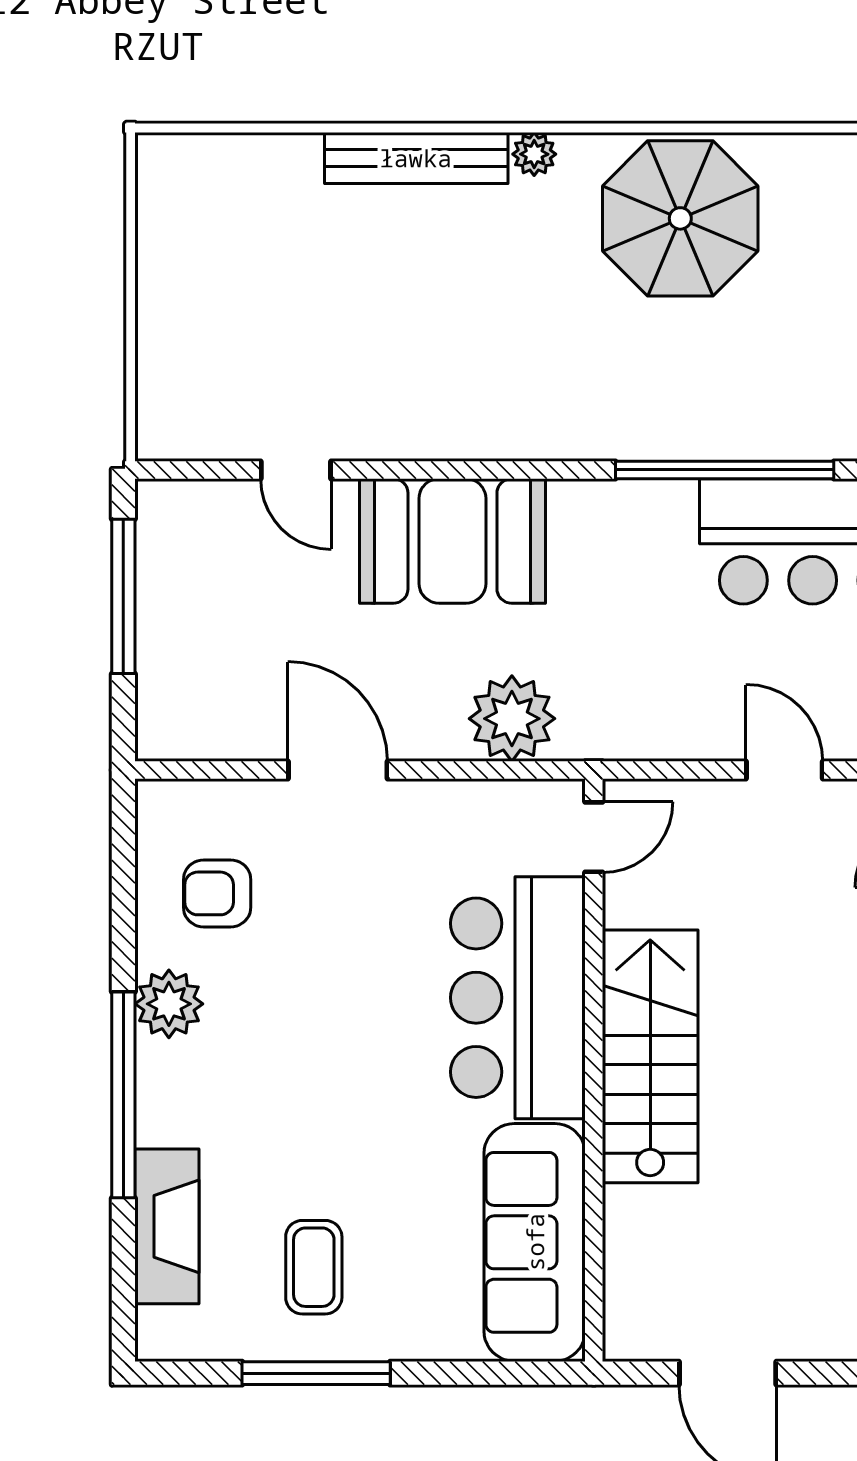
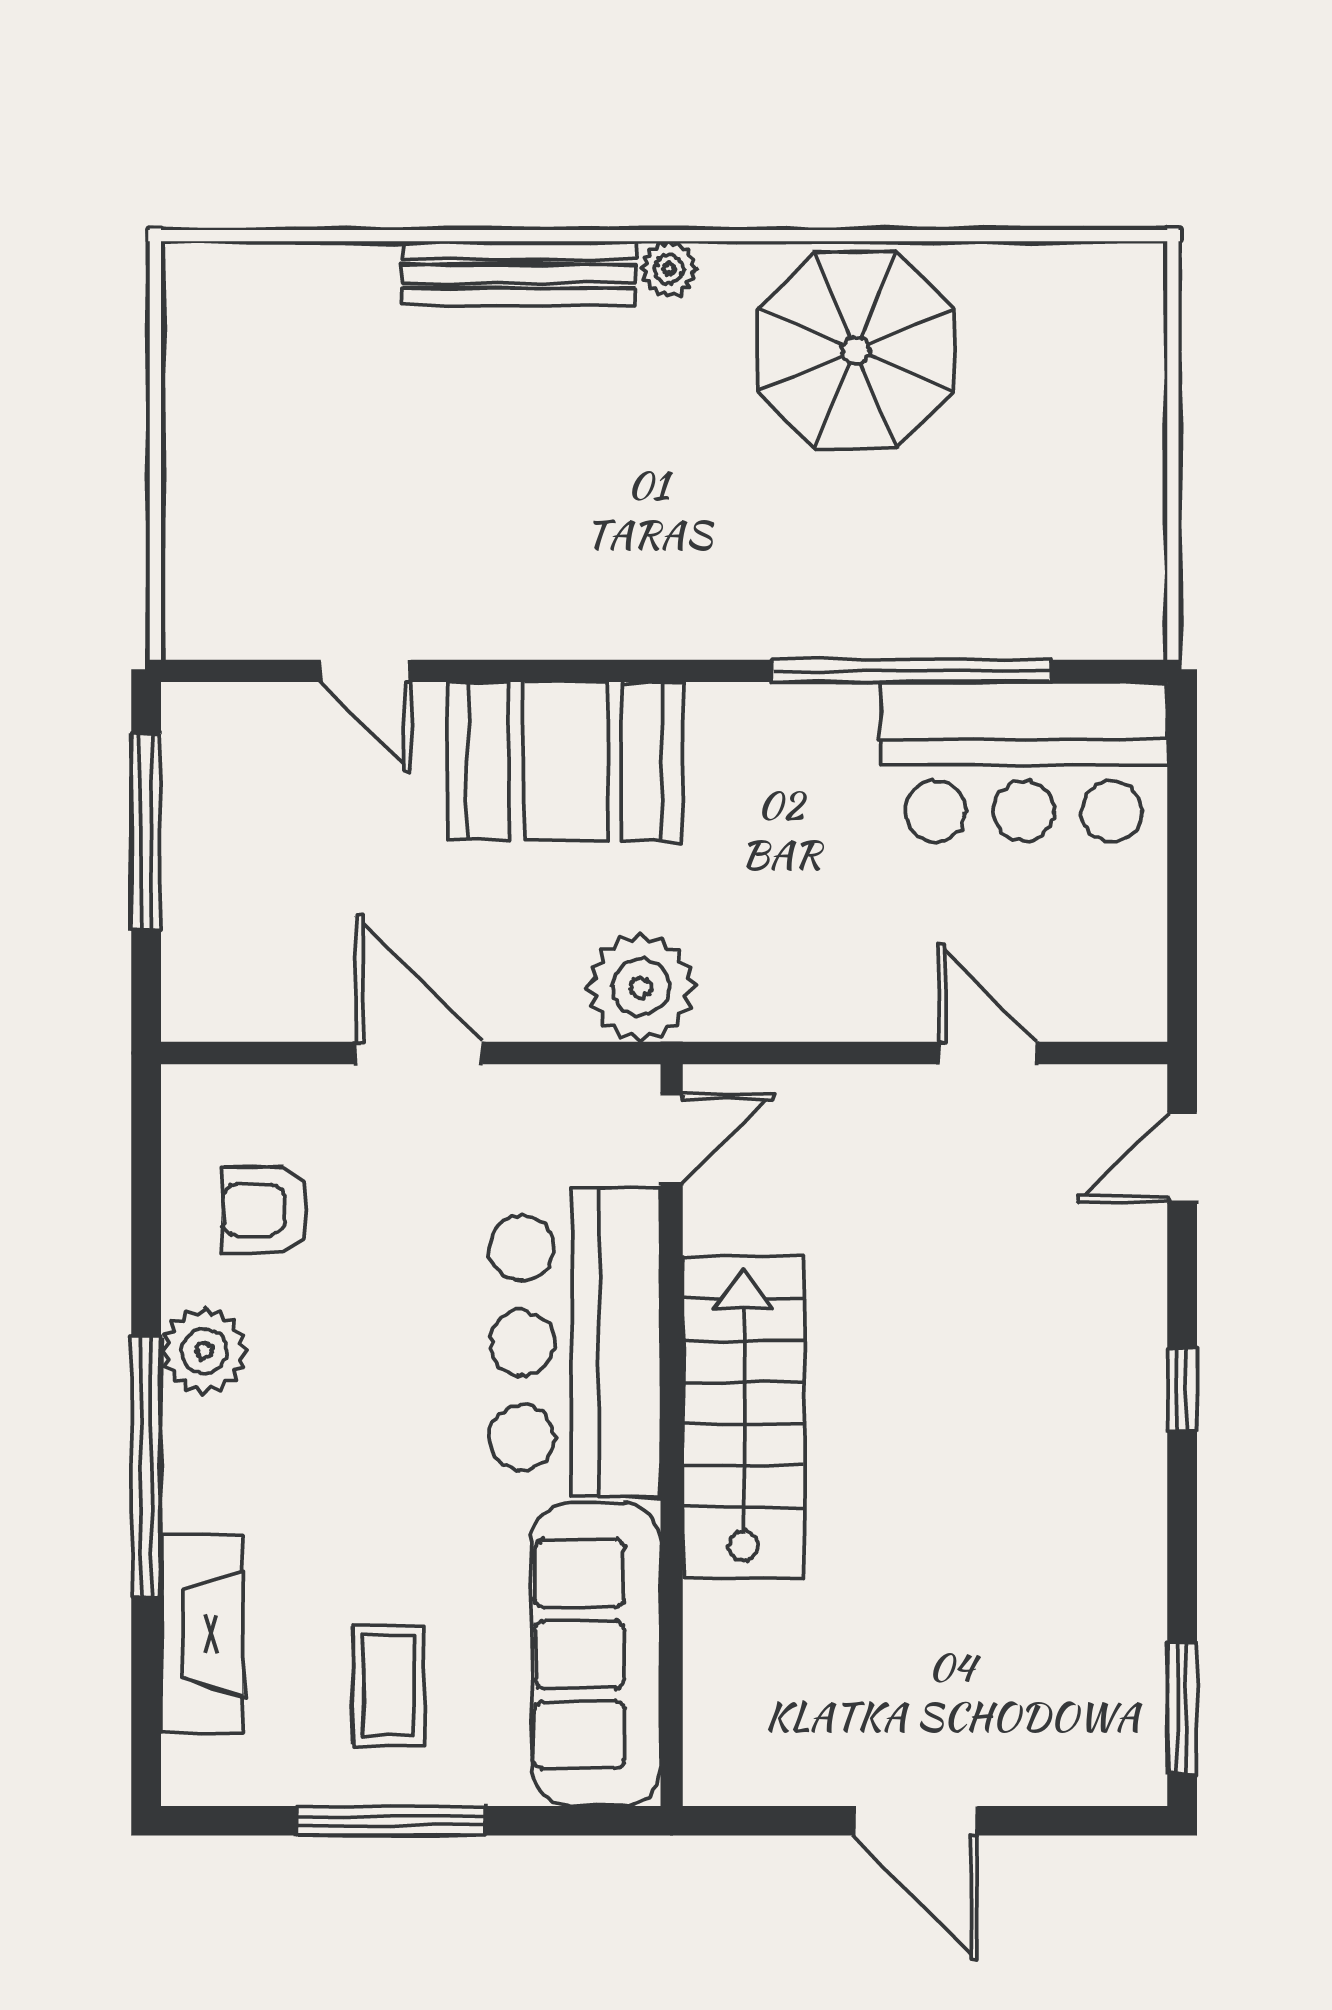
door: (594, 837) -> (672, 1138), moved
bar counter: (518, 998) -> (575, 1343), moved
stairs: (650, 1056) -> (743, 1417), moved
wall: (594, 1070) -> (672, 1435), moved
sofa: (535, 1242) -> (596, 1654), moved

